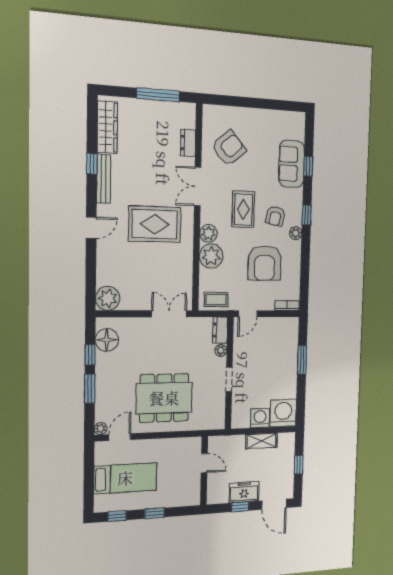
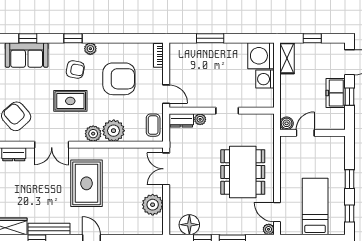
plant: (108, 298) -> (153, 205), moved
shelving: (261, 441) -> (287, 58), moved
boiler: (215, 443) -> (287, 123), added

